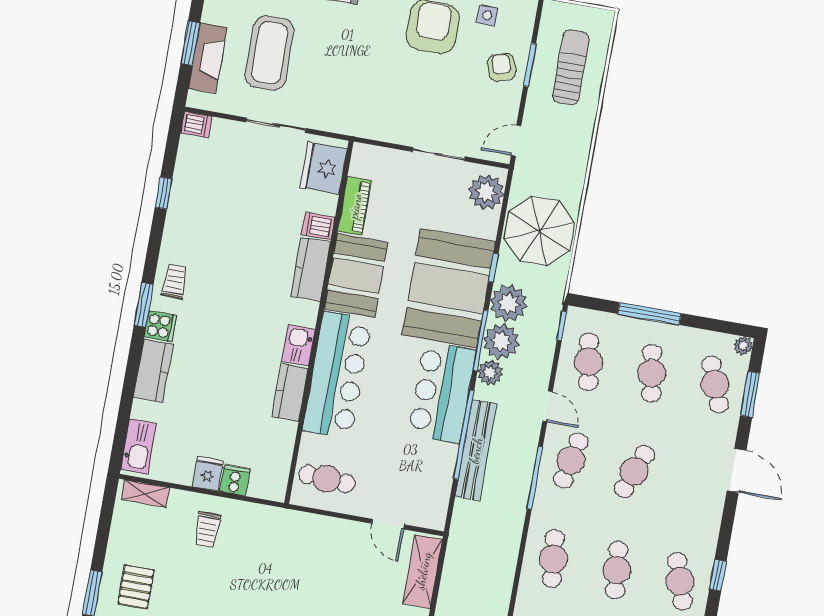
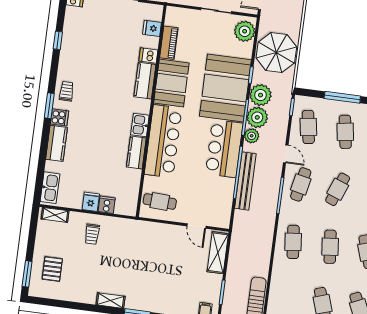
fridge: (324, 168) -> (152, 28), width x0.53, depth x0.75

